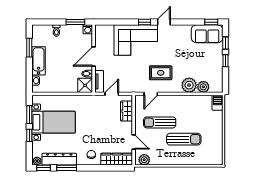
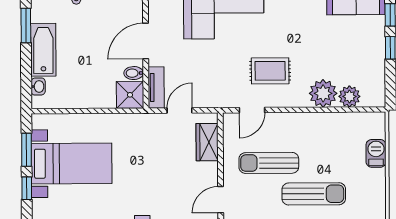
barbecue: (217, 103) -> (376, 153), moved
door: (134, 142) -> (221, 200), swing flipped

